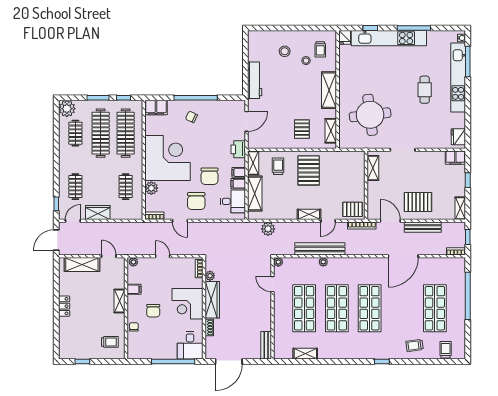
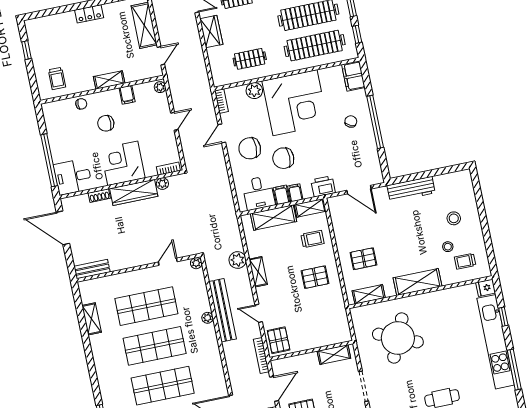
round table: (370, 115) -> (398, 338), turned 30
pallet: (309, 170) -> (315, 277), width x0.67, depth x0.71
shelving: (309, 214) -> (258, 272), moved
plant: (268, 229) -> (238, 260), moved

